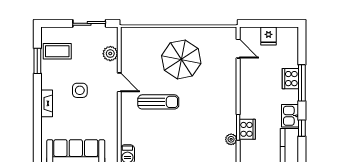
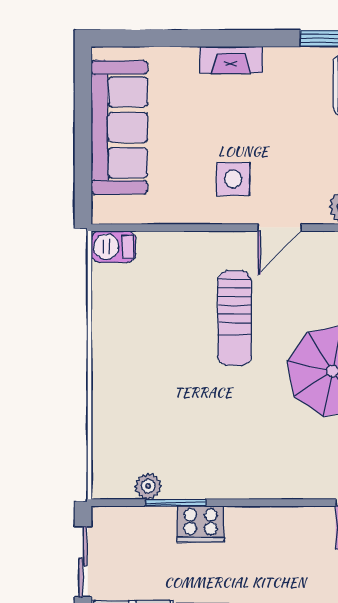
side table: (80, 90) -> (233, 179), moved
cooker: (247, 129) -> (201, 524), moved

